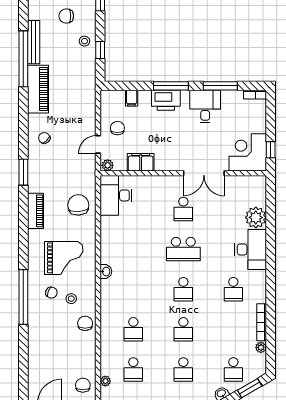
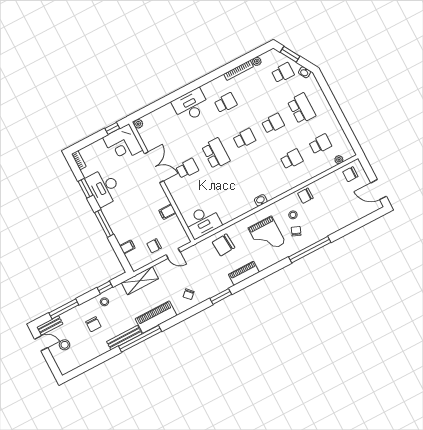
window: (220, 86) -> (86, 188), width x0.69
shelving: (87, 92) -> (140, 281), added
printer: (166, 100) -> (116, 222), removed
desk: (205, 106) -> (104, 187), width x1.37
filing cabinet: (141, 162) -> (167, 212), width x0.50
plant: (108, 165) -> (184, 239), removed
plant: (256, 217) -> (138, 124), moved, width x0.53, depth x0.53
grand piano: (64, 258) -> (267, 235), turned 180
school desk: (183, 369) -> (302, 108), width x1.85

